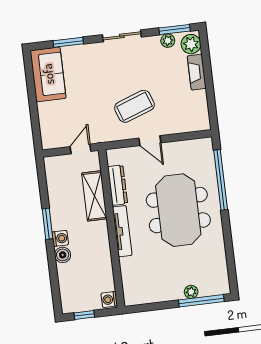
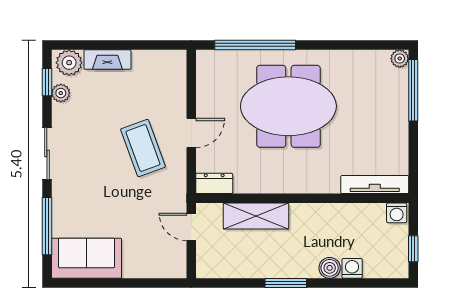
window: (175, 29) -> (47, 82), width x0.67
window: (68, 42) -> (47, 226), width x1.44
dresser: (117, 185) -> (214, 183), moved, width x0.70
tv unit: (122, 231) -> (375, 185), moved
washing machine: (60, 238) -> (352, 268), moved
plant: (191, 292) -> (400, 59), moved

